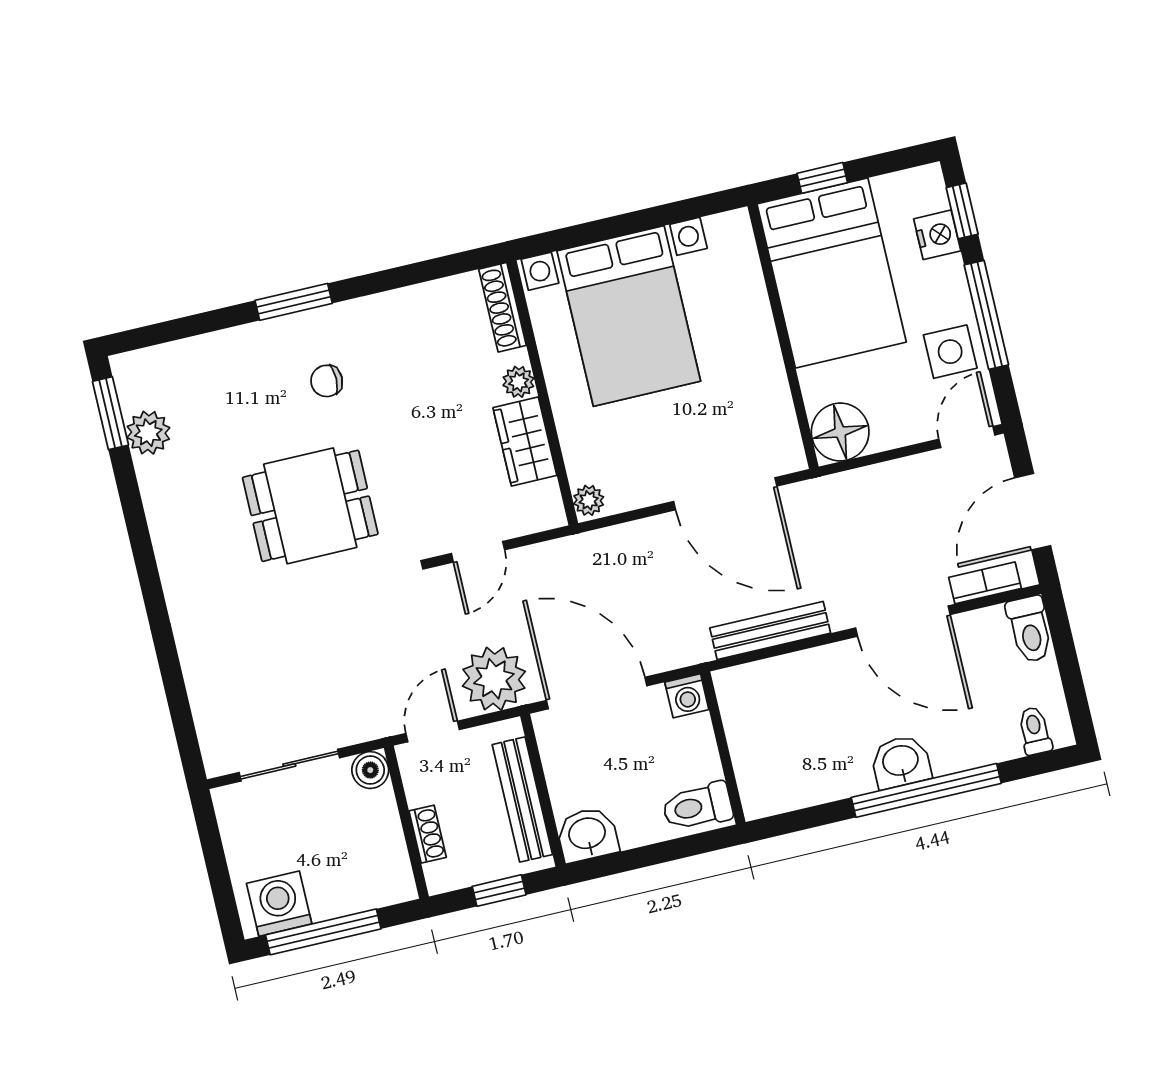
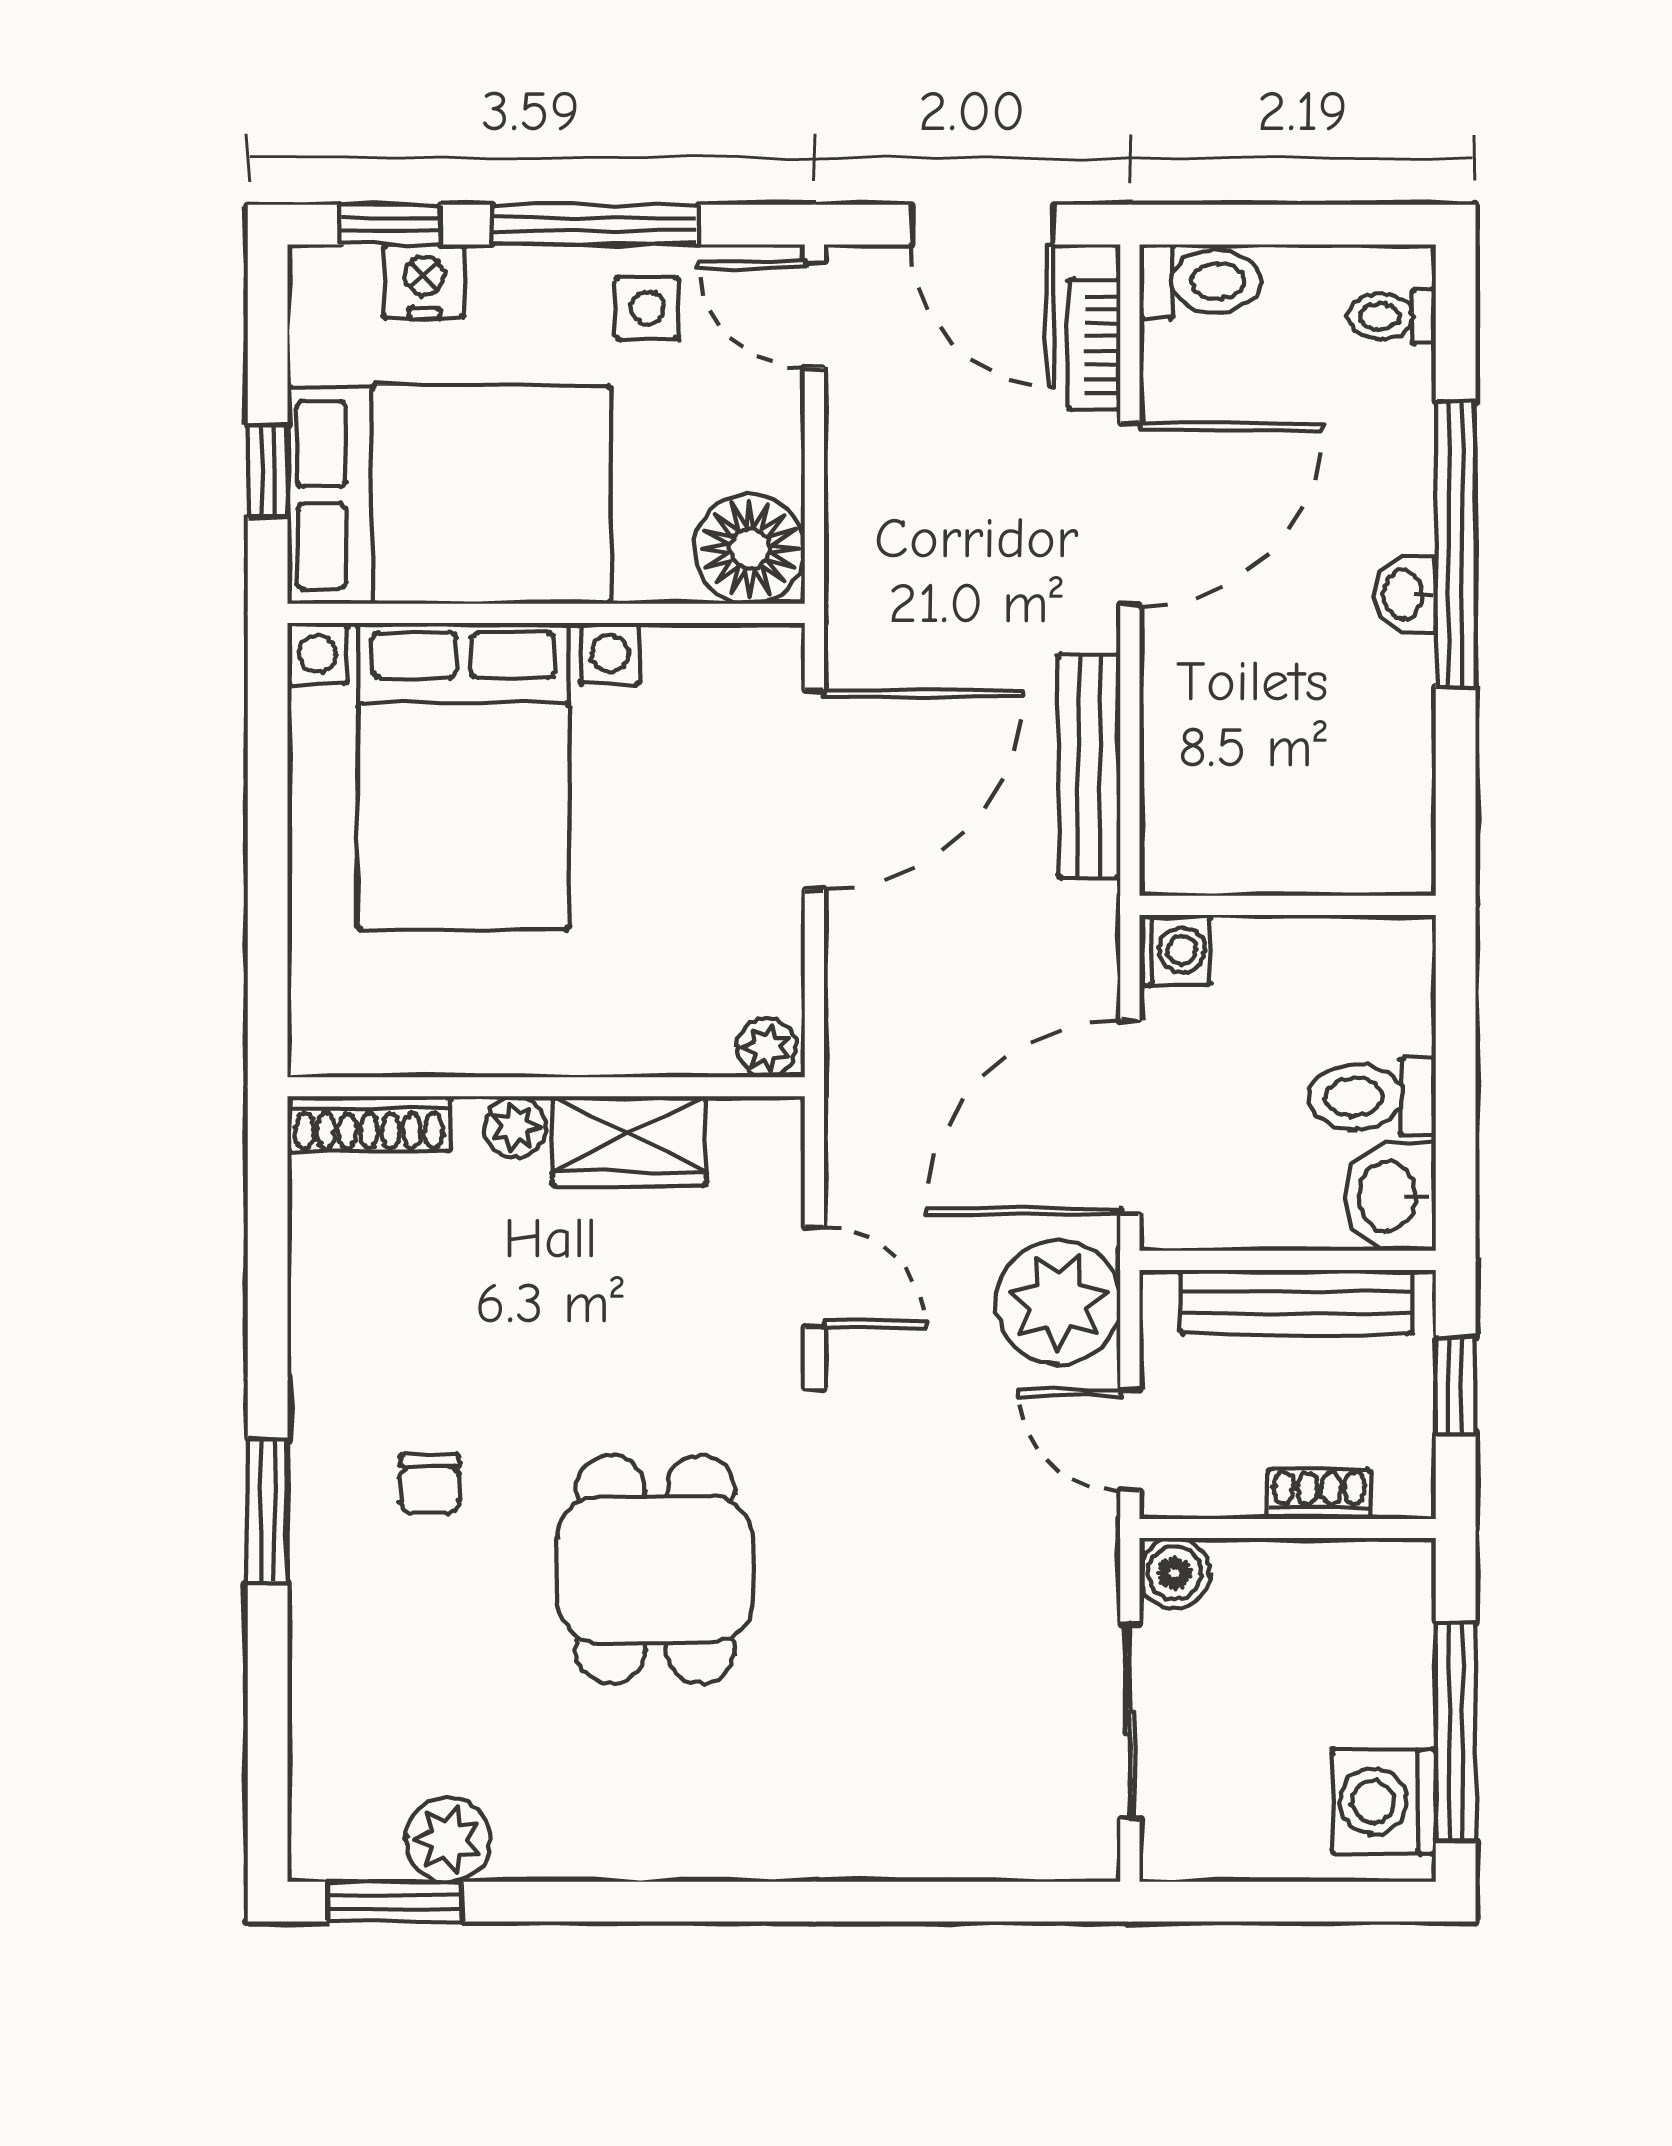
bed with nightstands: (629, 316) -> (464, 776), moved, turned 90
side table: (950, 352) -> (648, 308), width x0.73, depth x0.73
washbasin: (901, 762) -> (1405, 595), width x0.72, depth x0.69
toilet: (697, 807) -> (1372, 1097), moved, turned 90

